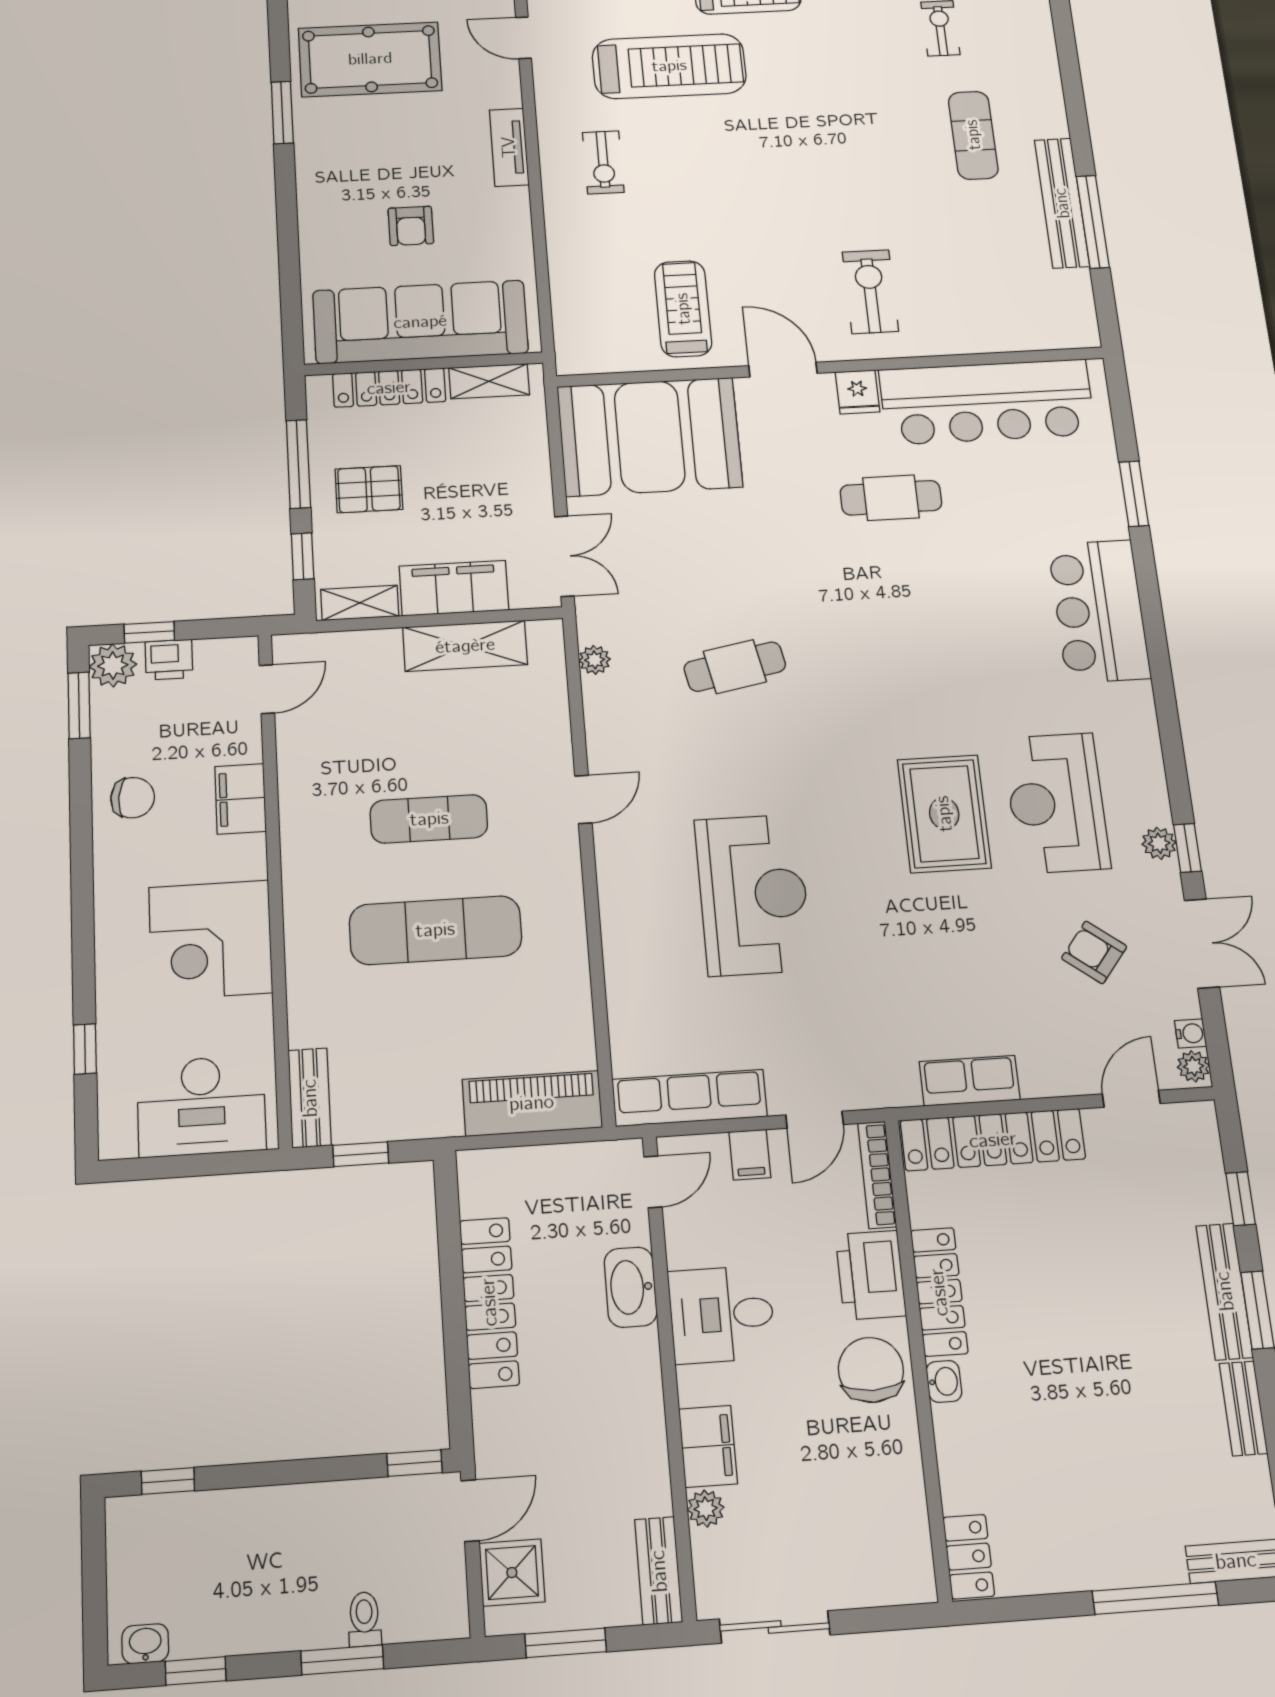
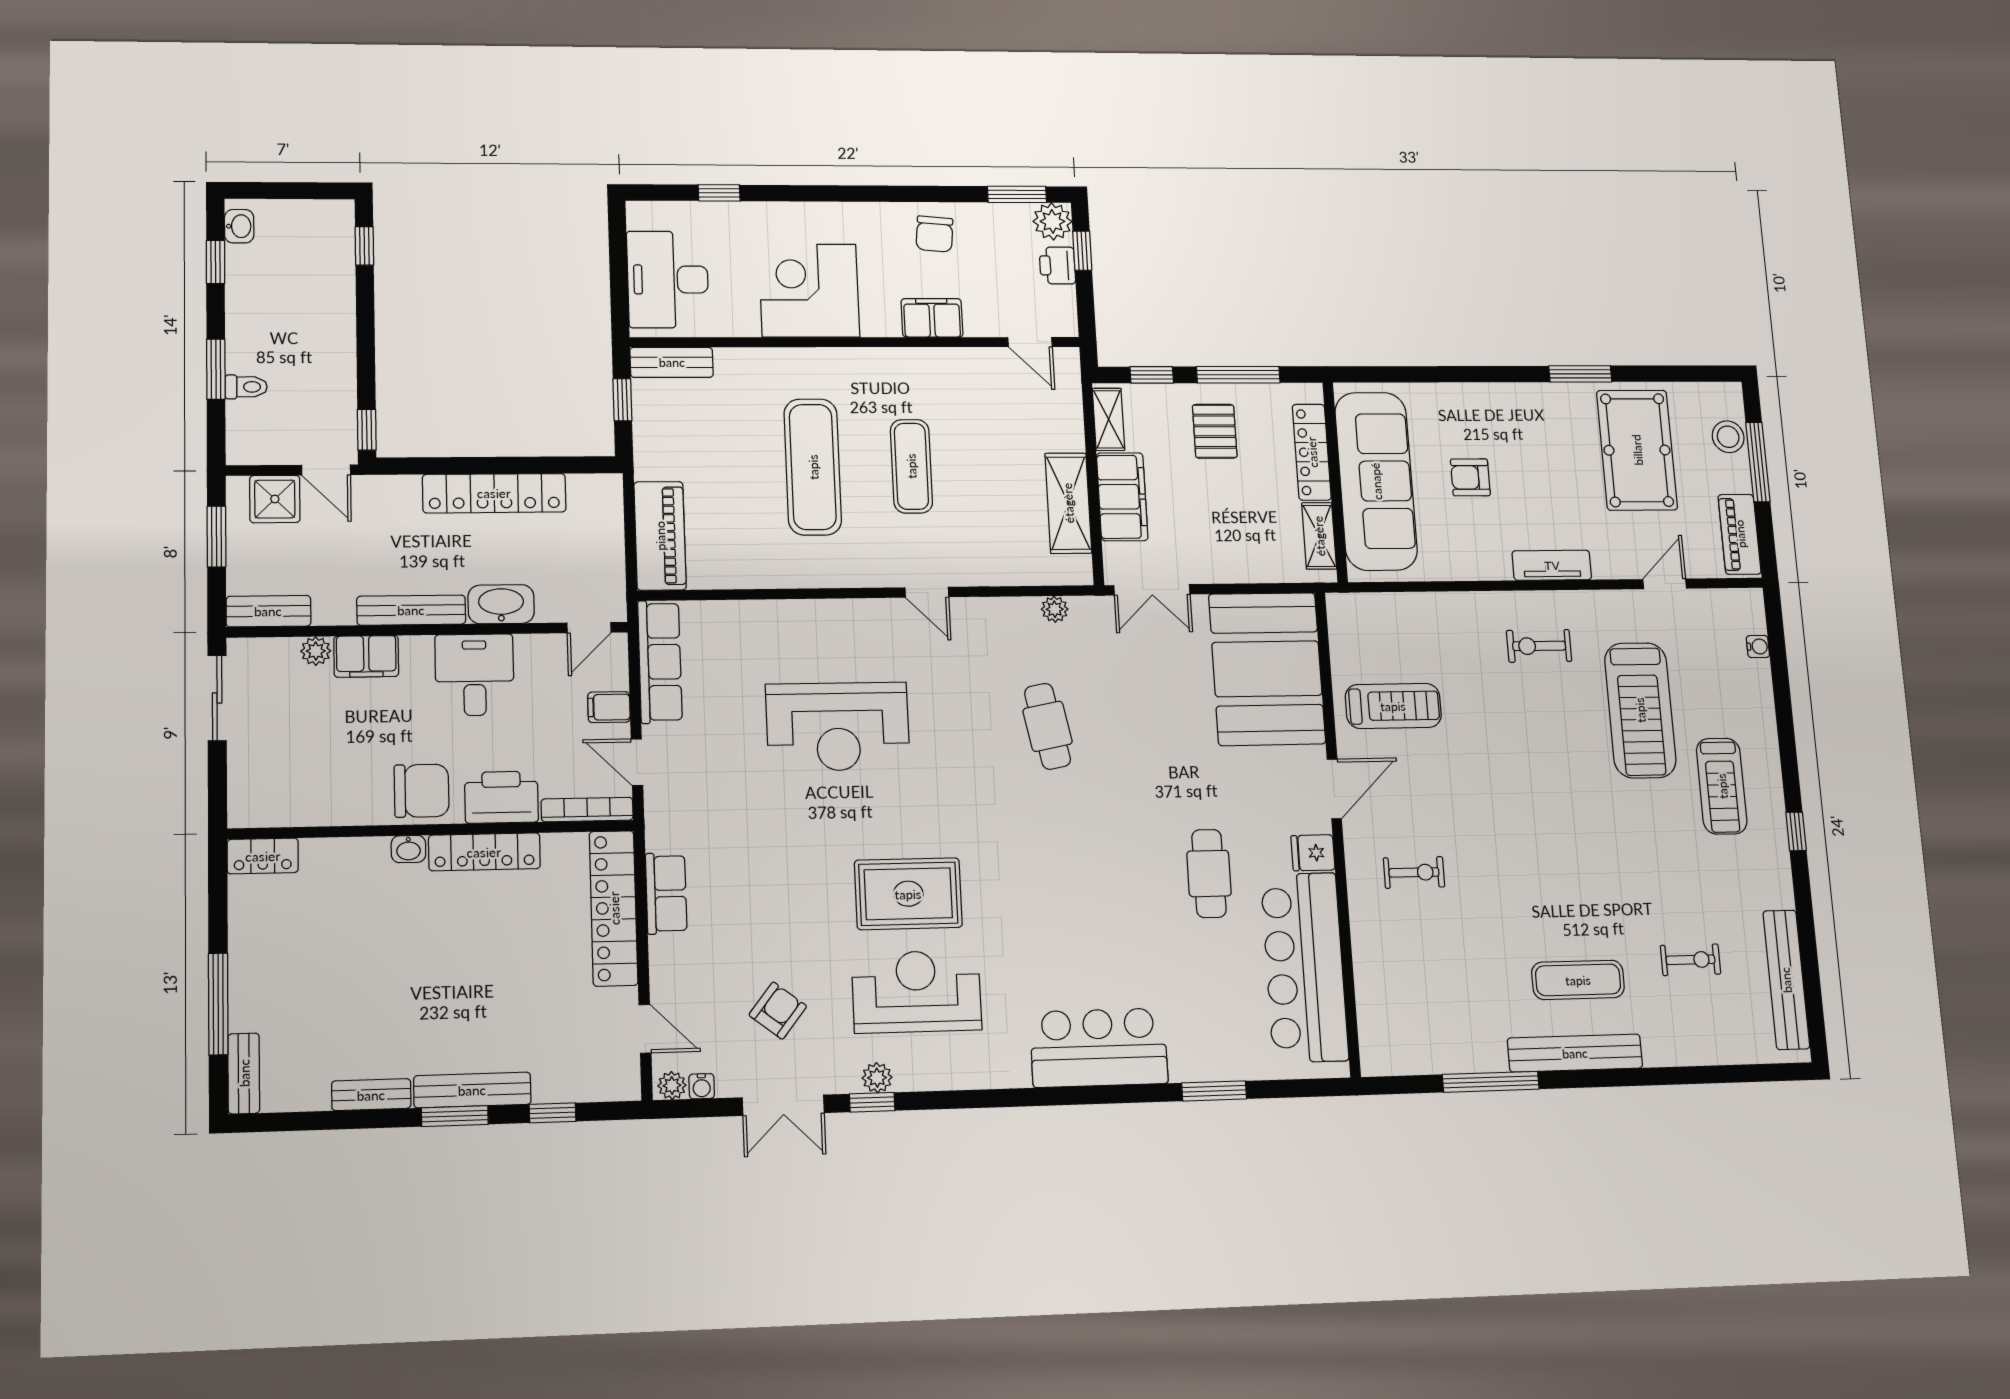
bench: (1062, 203) -> (1575, 1053), moved
exercise bike: (870, 292) -> (1414, 872), width x0.73, depth x0.72
door: (653, 1182) -> (589, 628), hinge flipped
bench: (645, 1395) -> (411, 610), added

